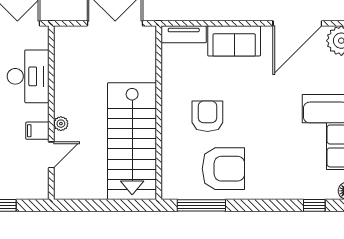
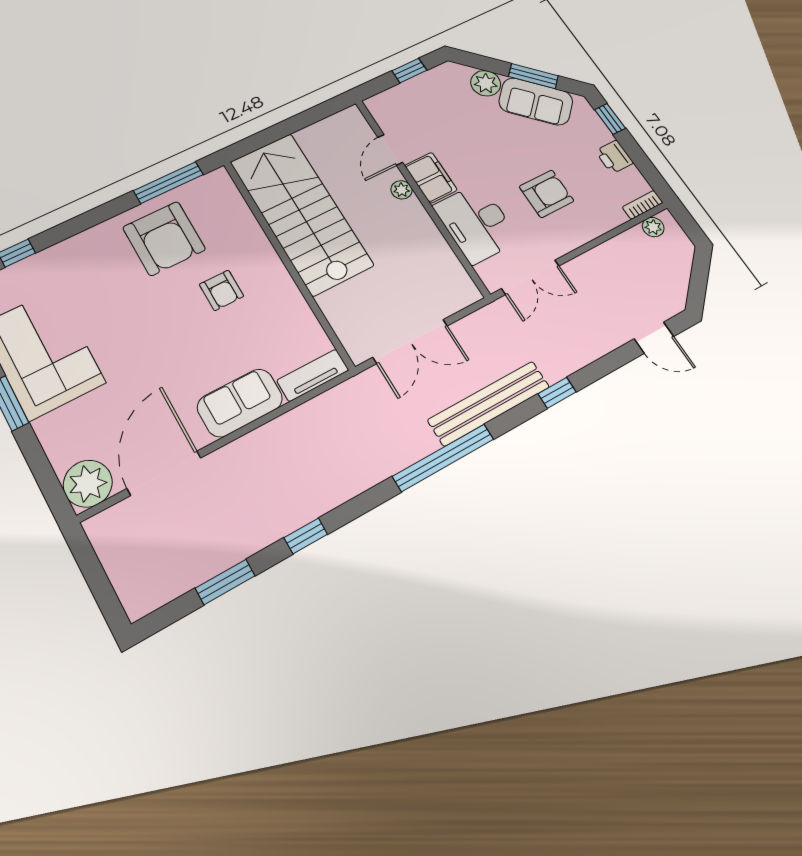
armchair: (207, 116) -> (221, 290), width x0.72, depth x0.72
filing cabinet: (37, 131) -> (431, 178), width x2.00
armchair: (223, 169) -> (164, 238), turned -90

